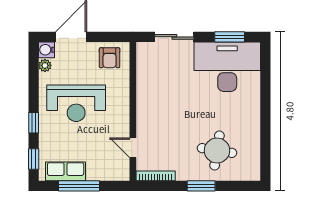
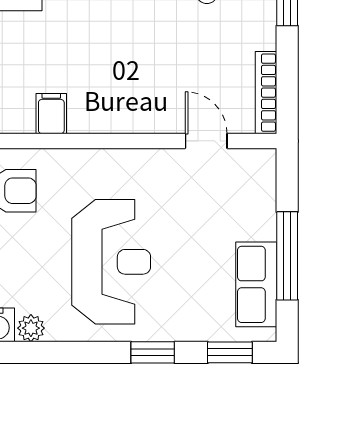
filing cabinet: (146, 75) -> (51, 114), added
door: (133, 148) -> (206, 141), swing flipped

